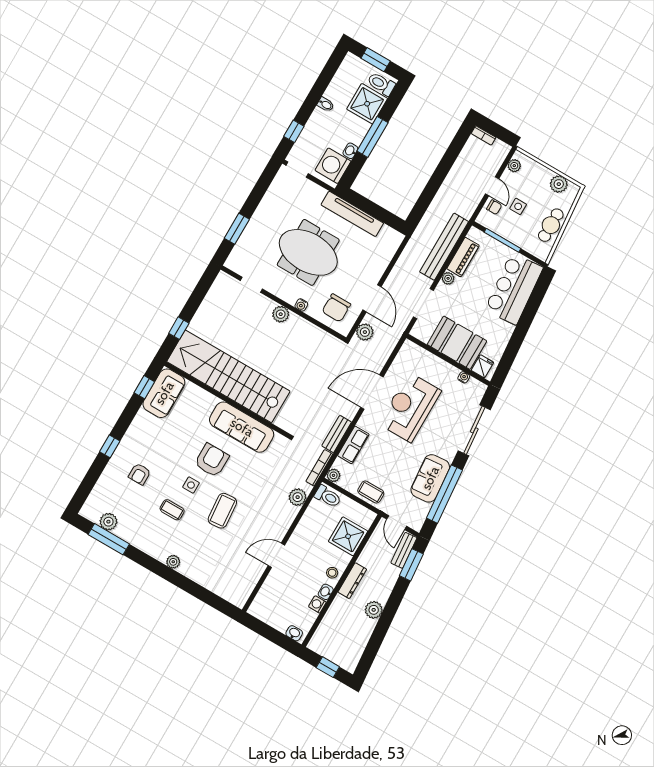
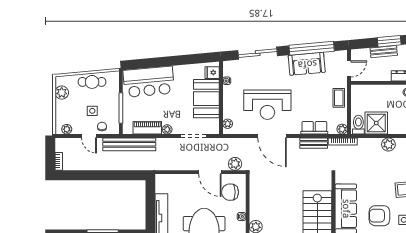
door: (492, 186) -> (89, 136), swing flipped
bench: (444, 247) -> (129, 144), moved
door: (372, 298) -> (210, 172), swing flipped
chair: (336, 308) -> (230, 192), turned 180
plant: (415, 350) -> (228, 124), added
plant: (298, 497) -> (388, 144), moved
shower: (348, 536) -> (376, 123), moved
bench: (404, 550) -> (384, 52), moved
window: (411, 565) -> (389, 41), moved

